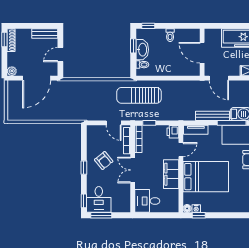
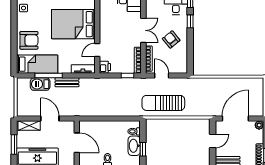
door: (219, 78) -> (50, 119), moved
sun lounger: (139, 95) -> (163, 103), moved, turned 180
bench: (212, 116) -> (67, 82), width x0.73
window: (84, 168) -> (190, 21), moved
filing cabinet: (171, 174) -> (107, 26), removed

